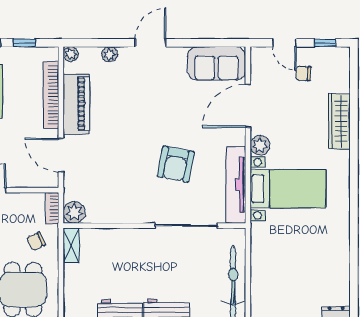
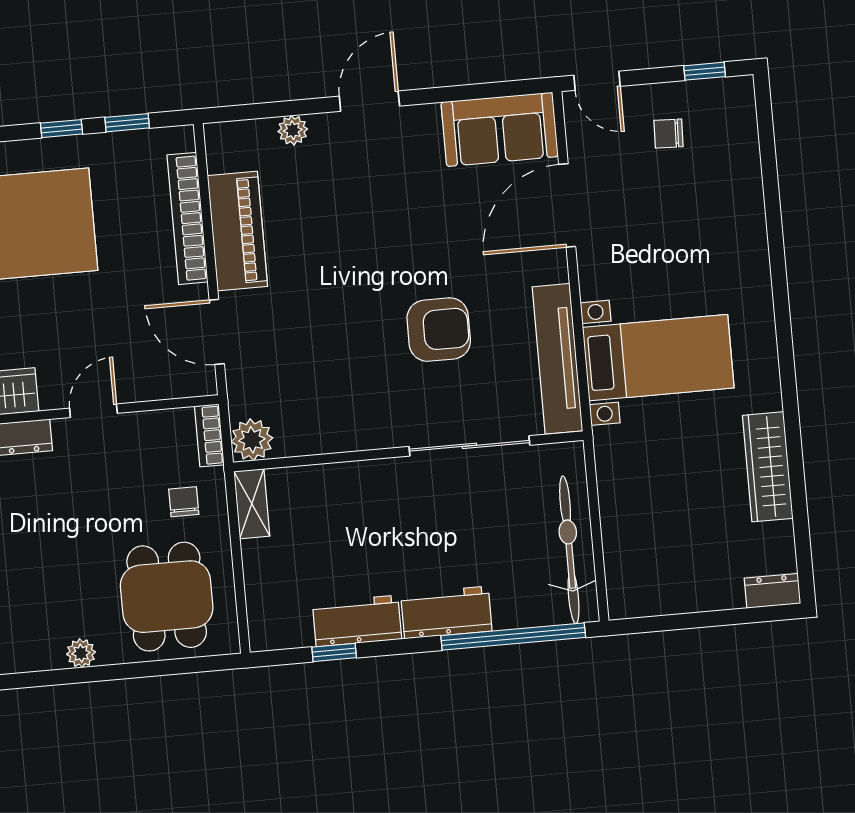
door: (284, 43) -> (597, 81), moved
plant: (71, 54) -> (218, 136), removed
wardrobe: (339, 121) -> (768, 467), moved
plant: (260, 145) -> (597, 279), removed
armchair: (176, 164) -> (439, 330), turned -101
chair: (36, 241) -> (184, 502), turned 115

